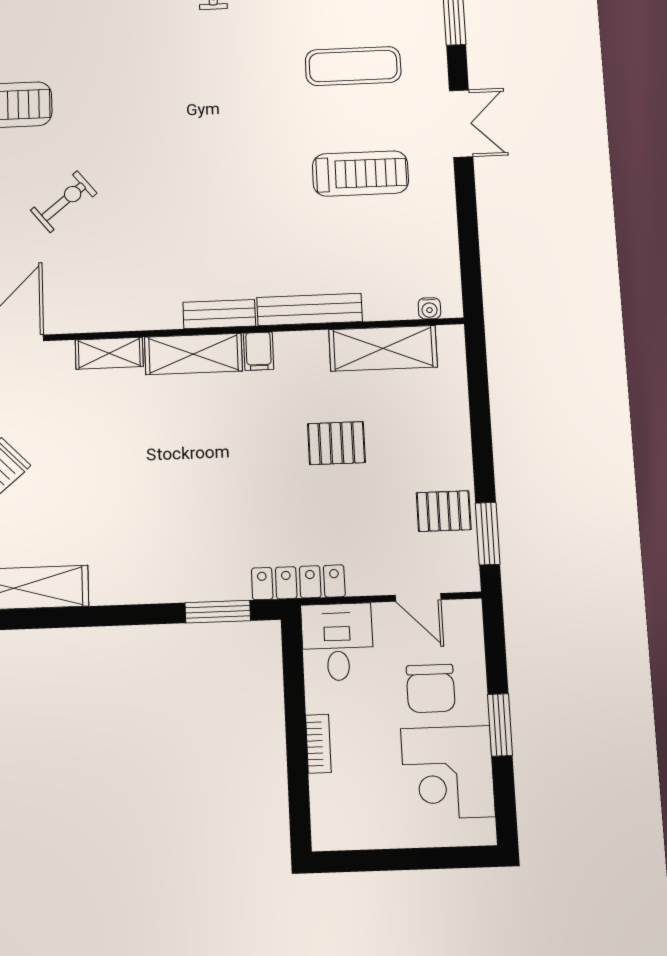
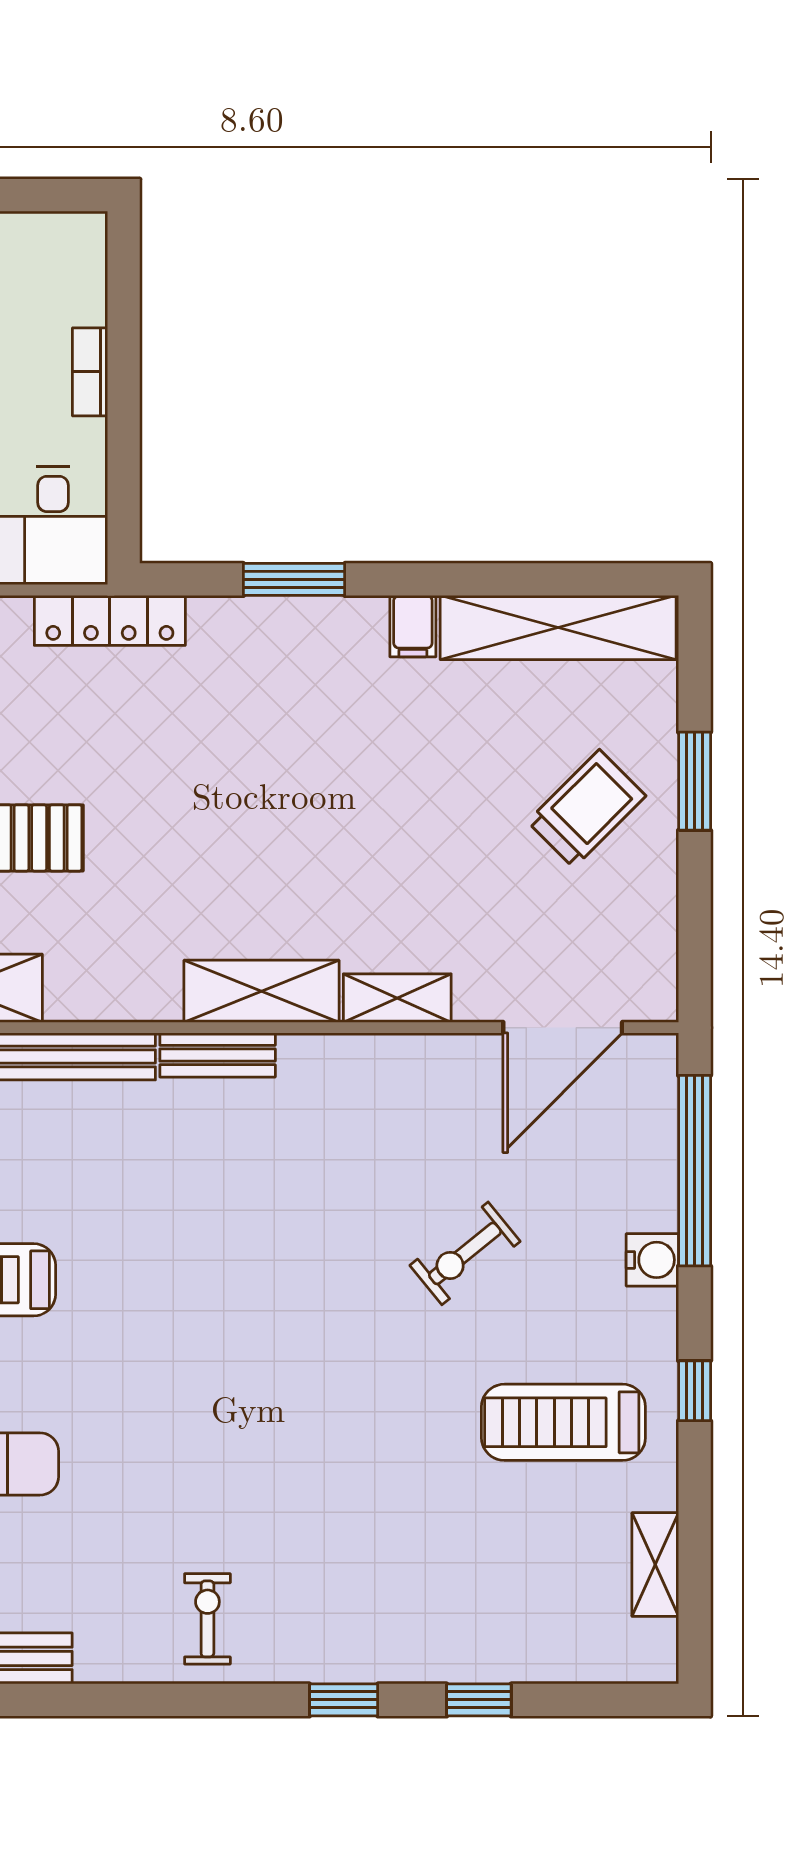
filing cabinet: (259, 351) -> (413, 626), moved, turned 180
window: (218, 612) -> (294, 579), moved

